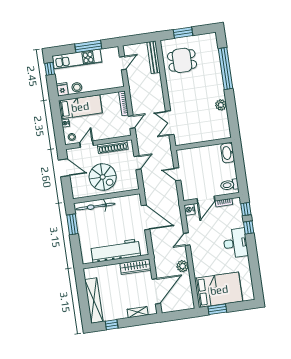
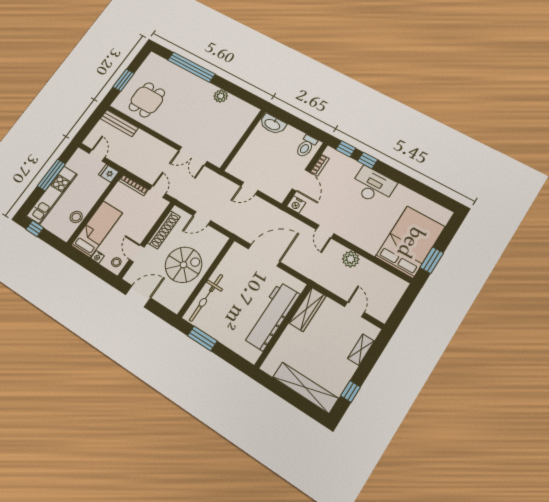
fridge: (62, 89) -> (109, 173), moved
door: (137, 163) -> (202, 218), swing flipped
door: (156, 291) -> (354, 310), width x0.53

